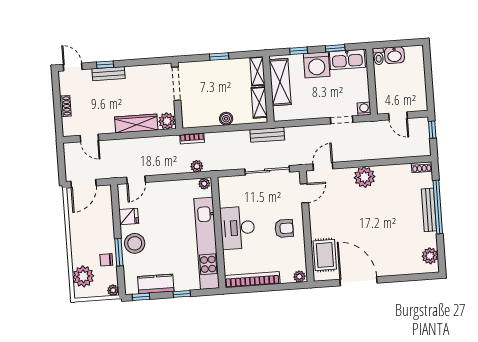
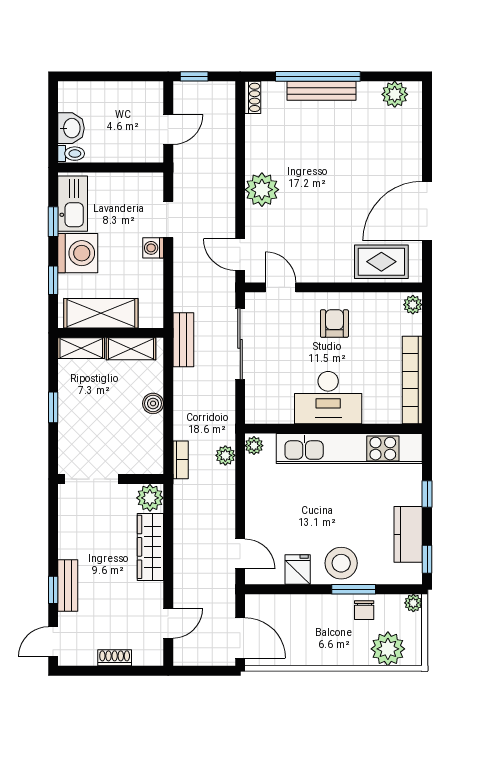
washing machine: (364, 109) -> (153, 248), moved

